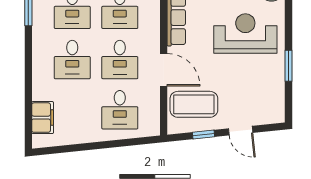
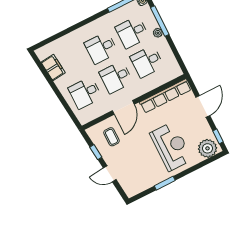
coffee table: (194, 104) -> (111, 137), width x0.54, depth x0.58
filing cabinet: (43, 118) -> (53, 67), moved, turned -96
door: (241, 131) -> (110, 174), hinge flipped

